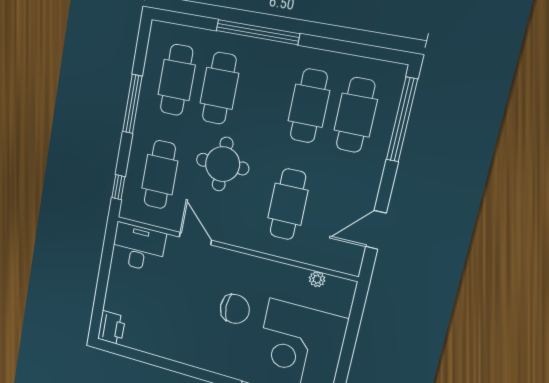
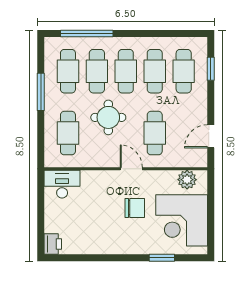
window: (258, 32) -> (87, 33), moved
cafe table: (263, 97) -> (126, 71), added
window: (402, 120) -> (211, 69), width x0.47
window: (118, 187) -> (41, 148), removed
door: (195, 239) -> (131, 169), moved
plant: (317, 279) -> (187, 180), width x1.88, depth x1.88

